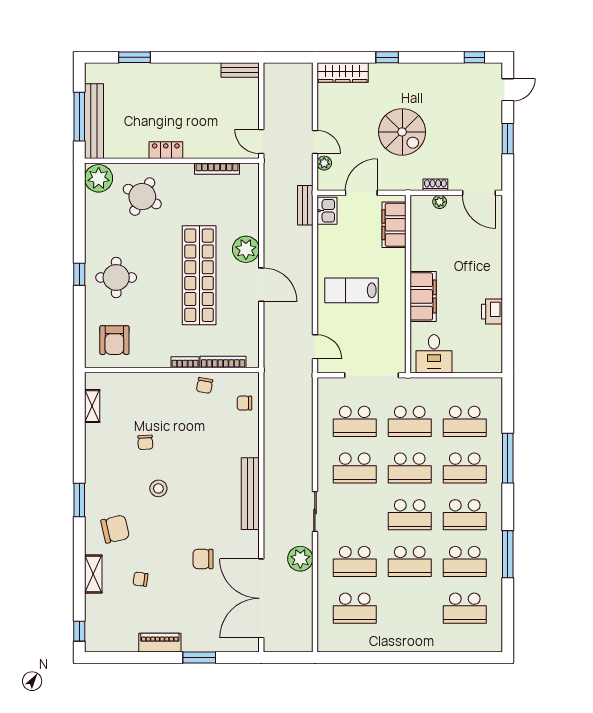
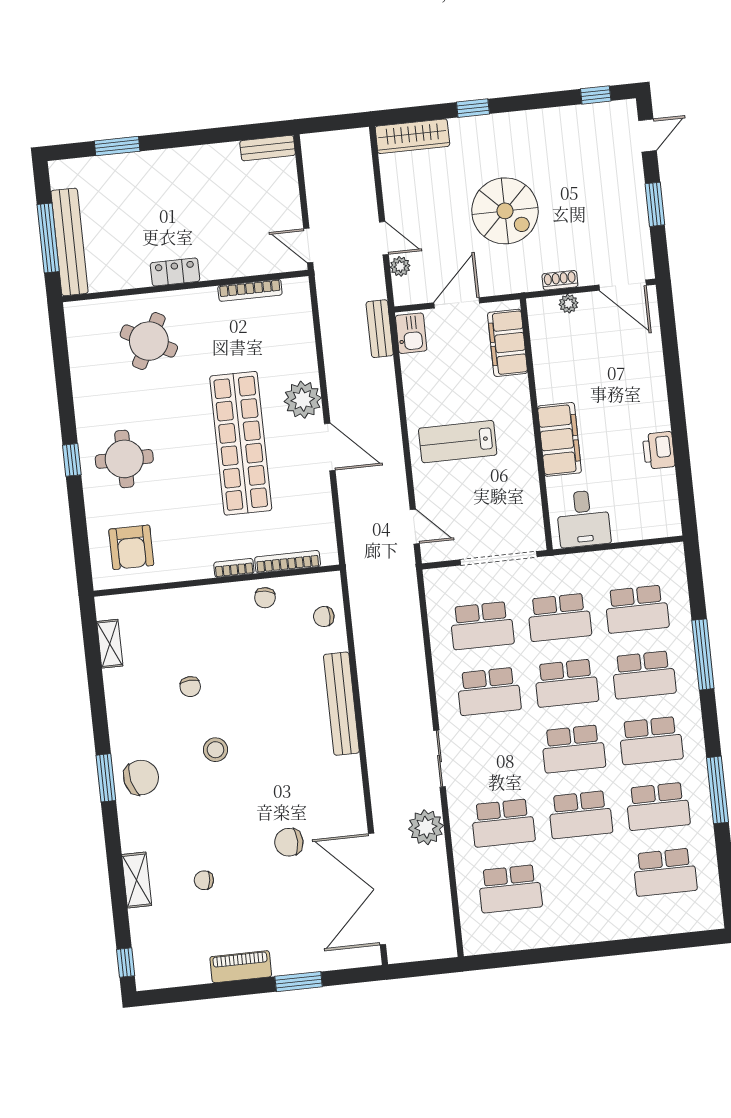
plant: (99, 178) -> (85, 322), removed
bench: (250, 494) -> (341, 704), moved
chair: (115, 529) -> (141, 778), moved

